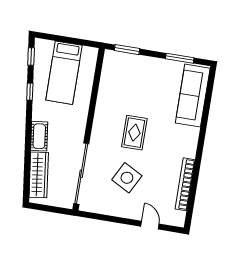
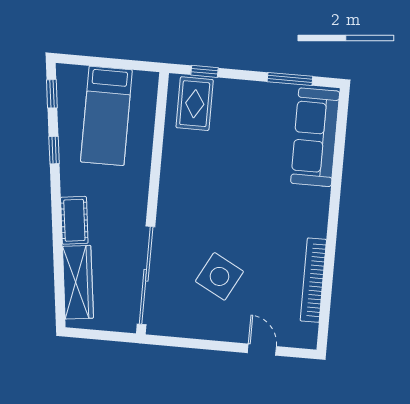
window: (127, 50) -> (205, 71), width x0.67
rug: (134, 133) -> (195, 104), moved

